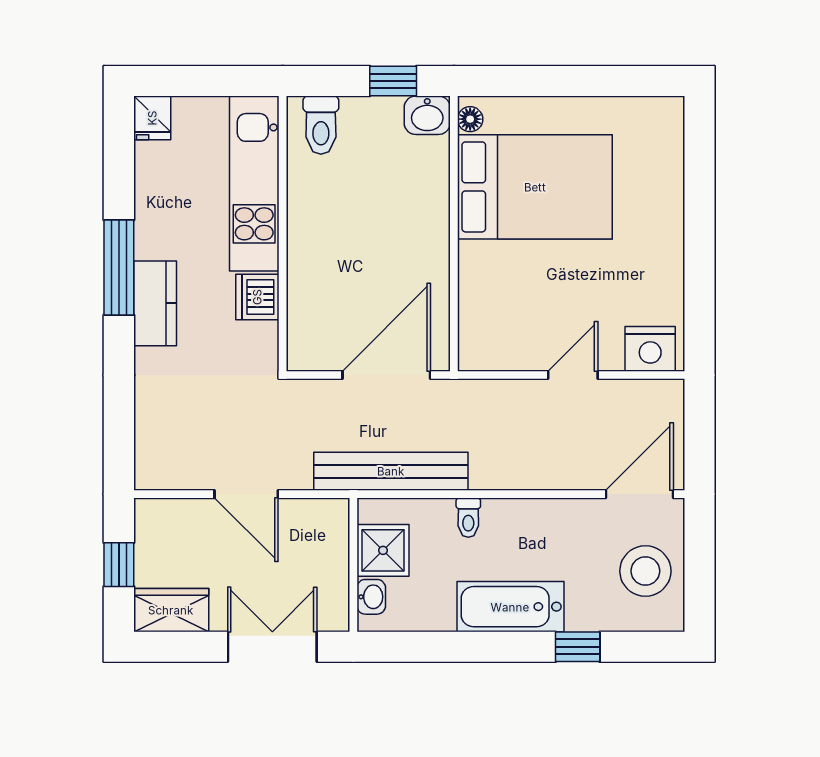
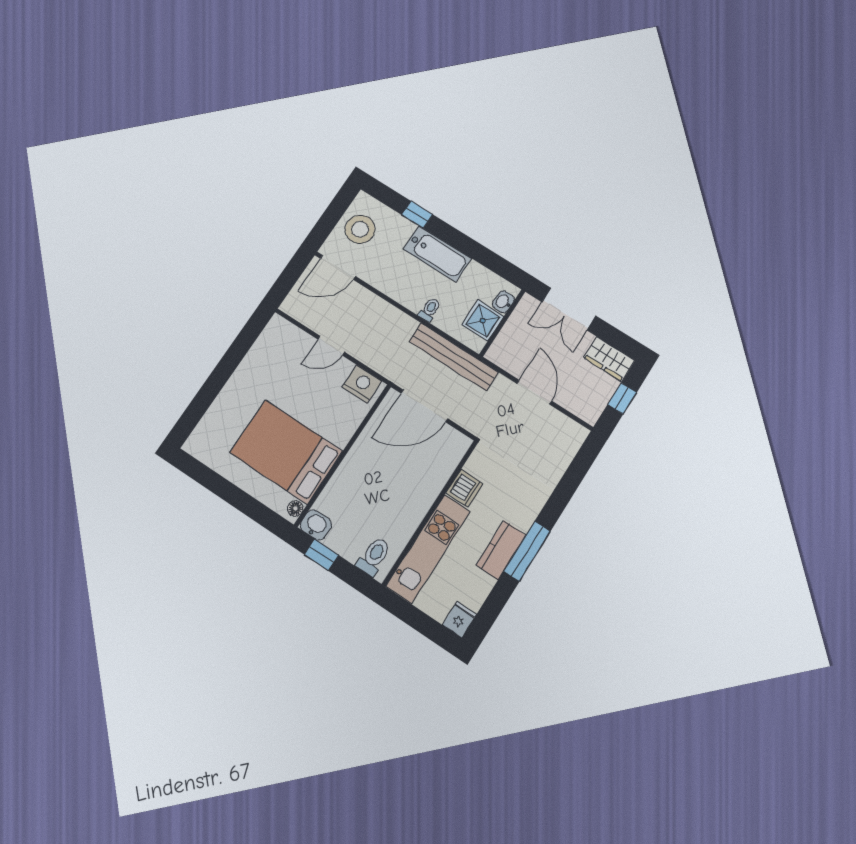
kitchen counter: (155, 303) -> (501, 550), moved
nightstand: (650, 349) -> (362, 384), moved

